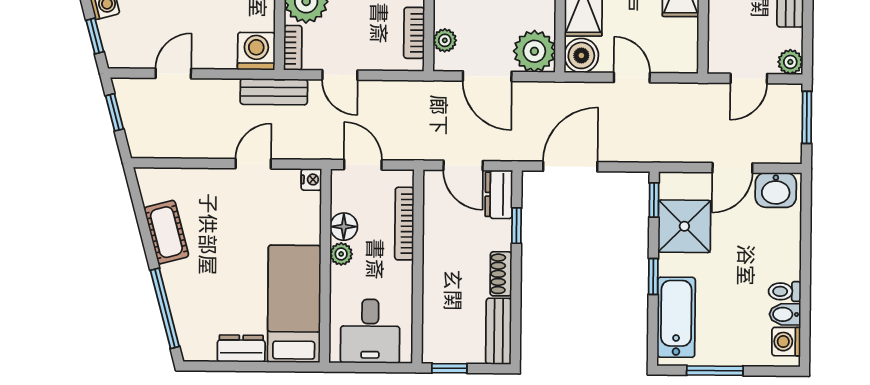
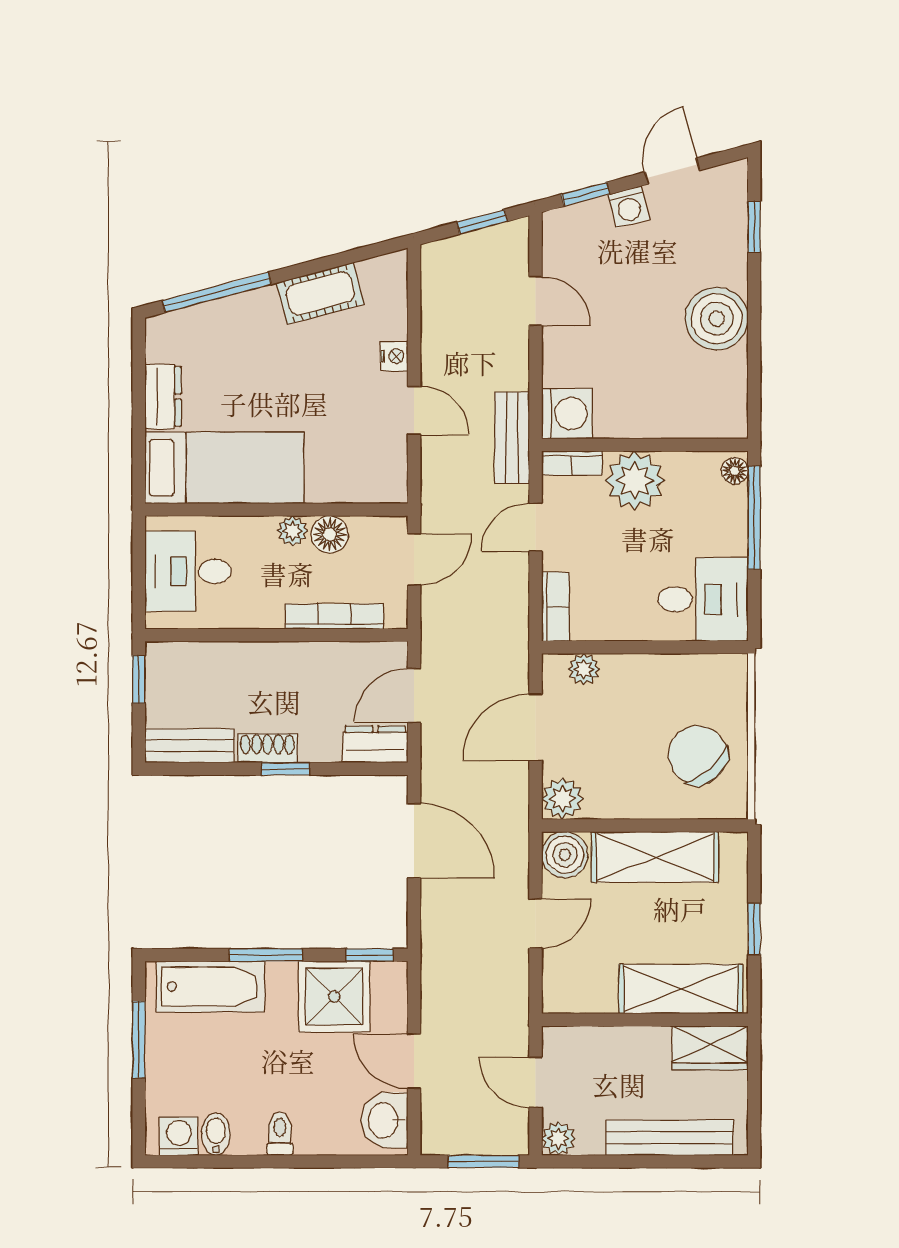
bookcase: (414, 33) -> (555, 607), moved, turned 90
plant: (534, 51) -> (562, 799), width x0.73, depth x0.73
nightstand: (311, 179) -> (394, 356), moved, turned -90
window: (517, 226) -> (286, 769), moved
window: (653, 276) -> (266, 955), width x1.50
toilet: (785, 291) -> (280, 1133), moved

